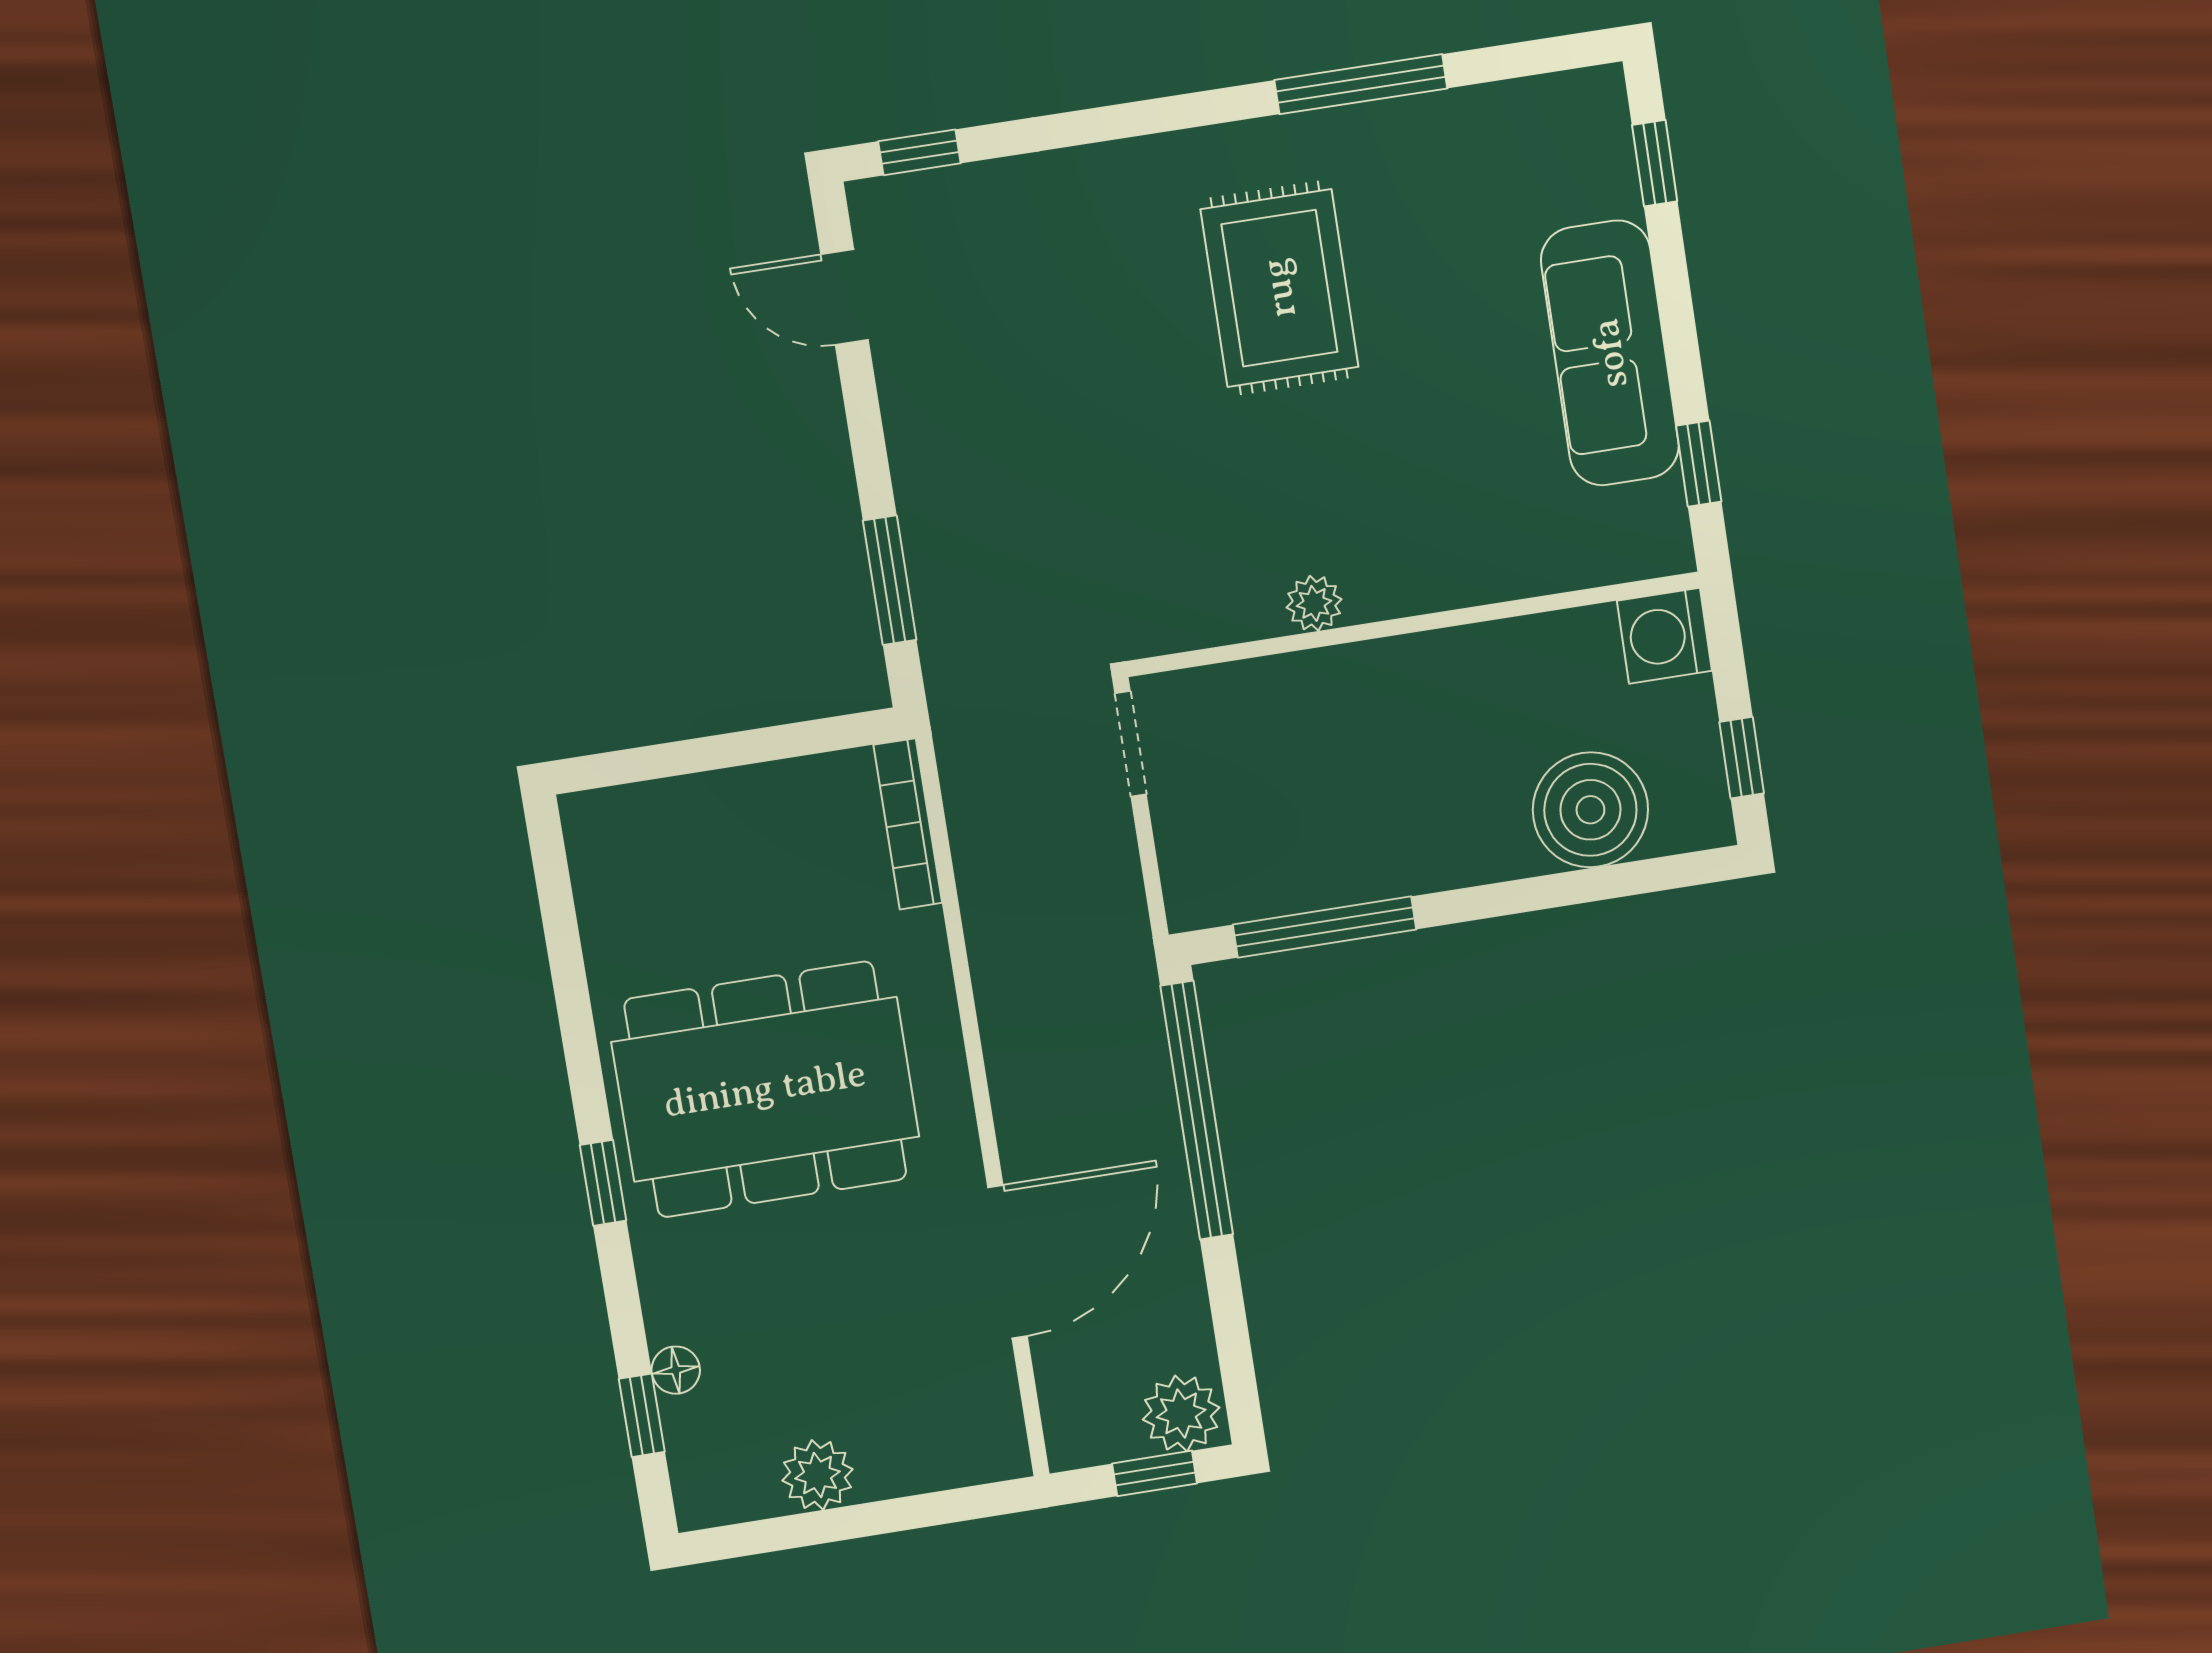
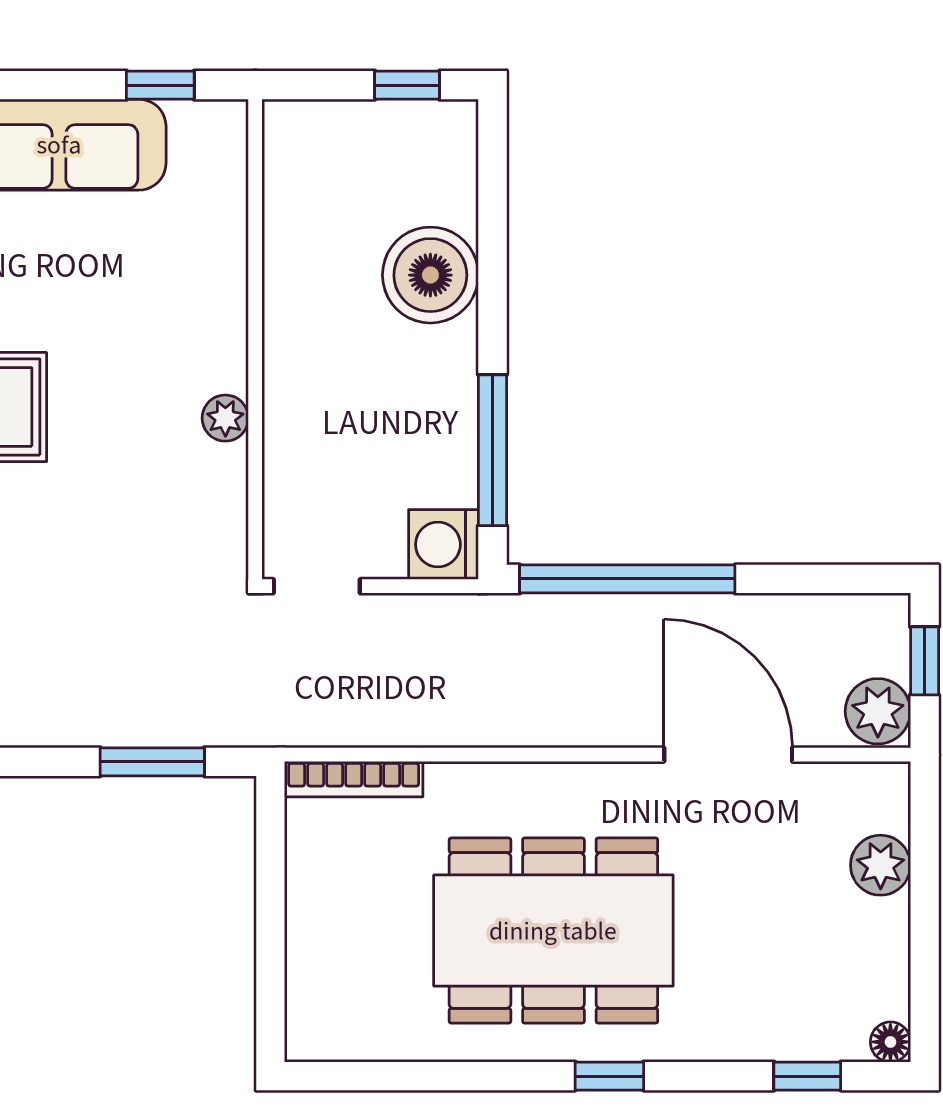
washing machine: (1664, 636) -> (443, 545), moved, turned 90
boiler: (1590, 810) -> (430, 275), moved
dining table: (765, 1089) -> (553, 931), turned 90
floor lamp: (676, 1370) -> (890, 1042), moved
plant: (1181, 1413) -> (878, 711), moved
plant: (818, 1475) -> (881, 865), moved

